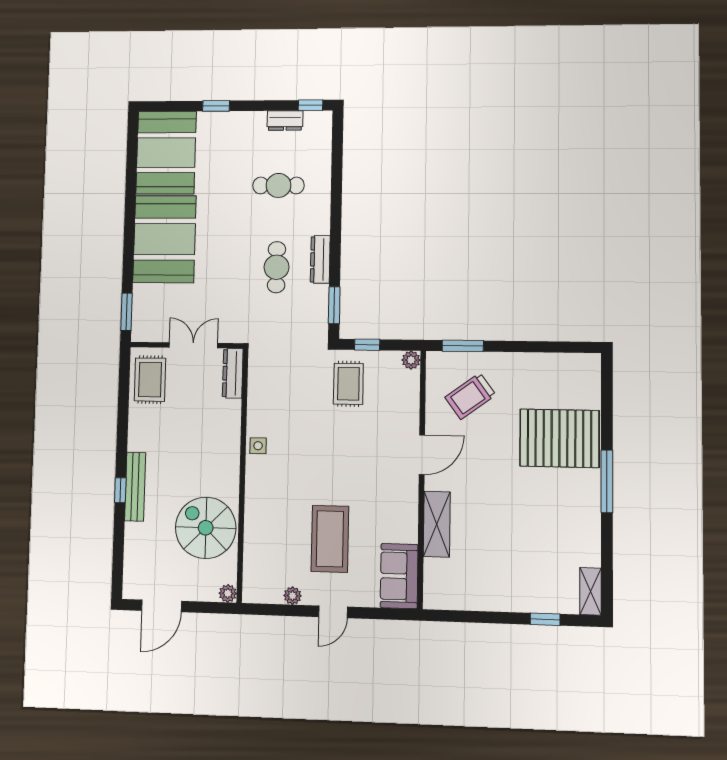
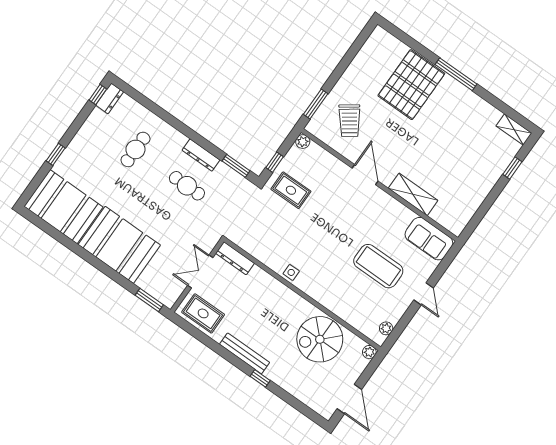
dresser: (285, 120) -> (110, 98), moved
bench: (135, 487) -> (245, 353), moved
plant: (293, 596) -> (386, 328), moved

